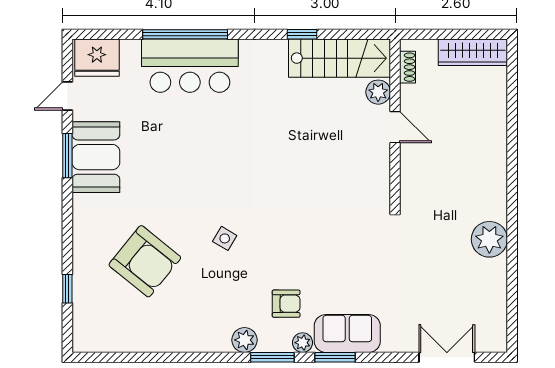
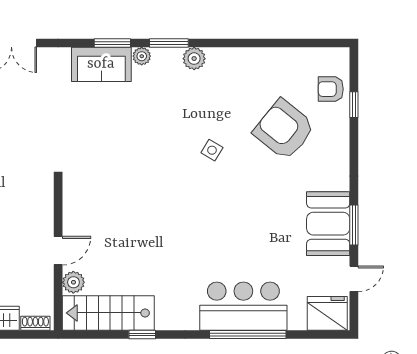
shoe rack: (408, 67) -> (35, 323), moved, turned 90
door: (395, 127) -> (58, 251), swing flipped
armchair: (286, 304) -> (331, 89), moved

